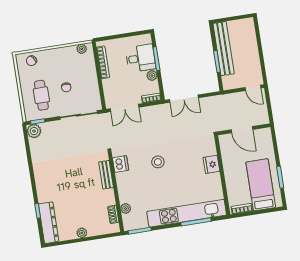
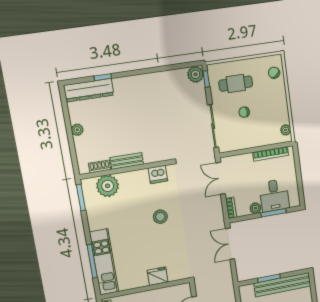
bench: (106, 175) -> (127, 161), moved
plant: (126, 208) -> (108, 186), width x1.88, depth x1.88
kitchen unit: (187, 213) -> (104, 262), width x0.73

